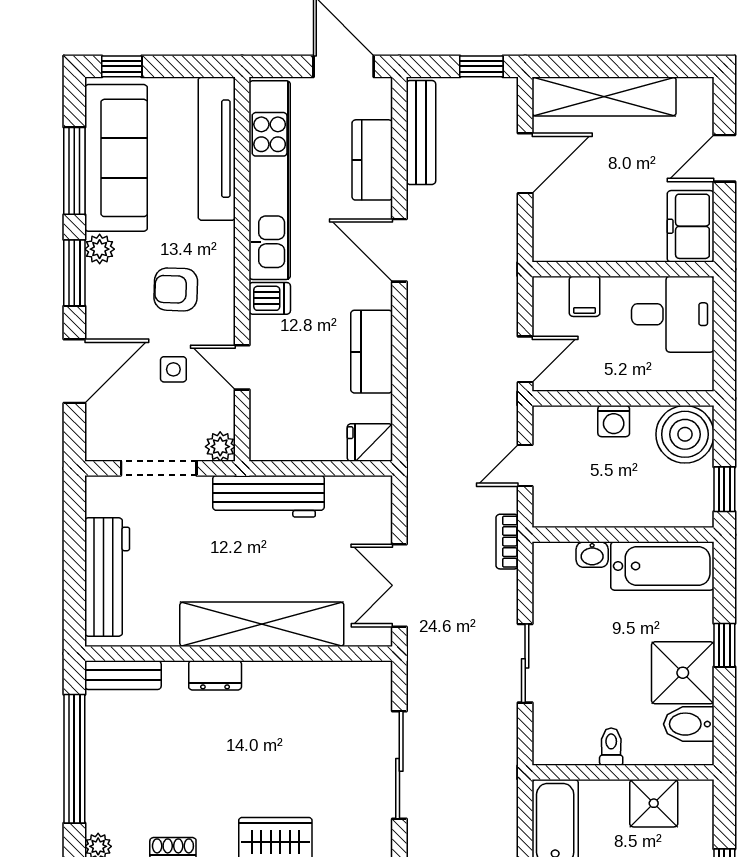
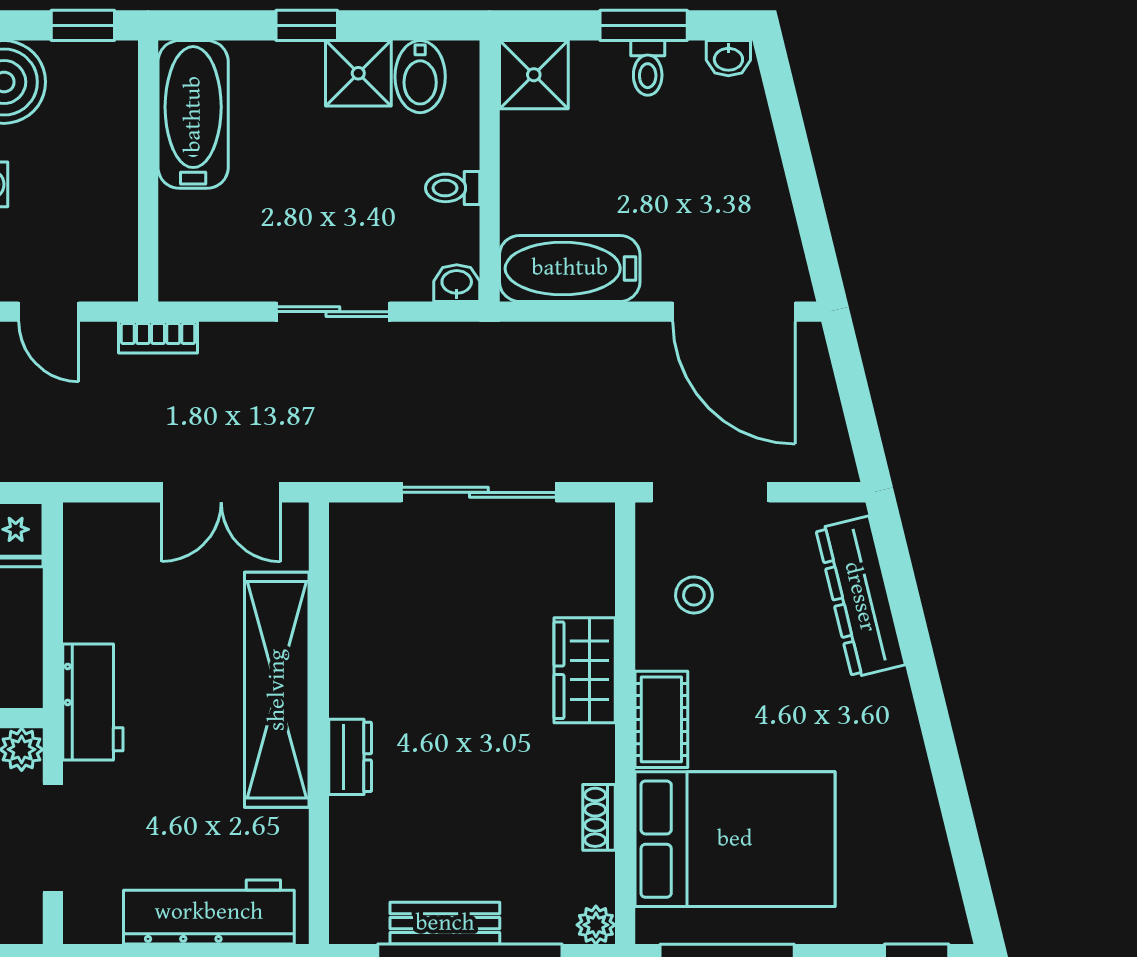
workbench: (268, 496) -> (93, 702), width x0.73
washbasin: (592, 555) -> (457, 283), moved, turned -90
shower: (683, 673) -> (358, 73), width x0.73, depth x0.73
bench: (123, 675) -> (445, 923), moved, turned 90
shower: (654, 803) -> (534, 75), moved

